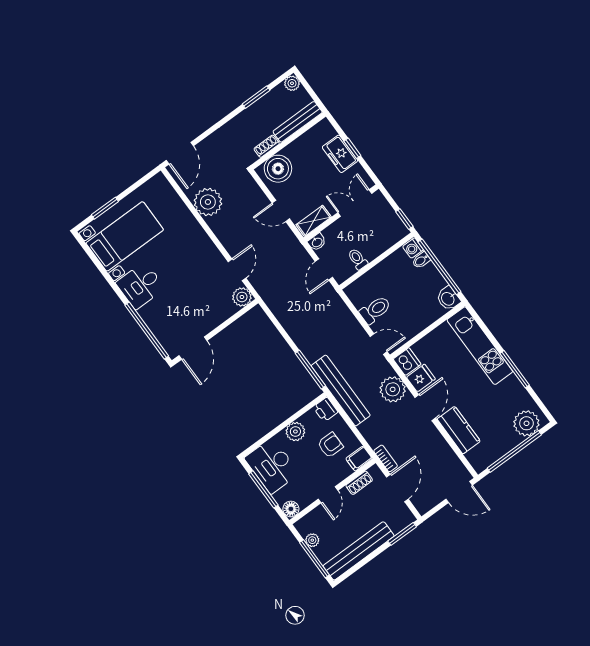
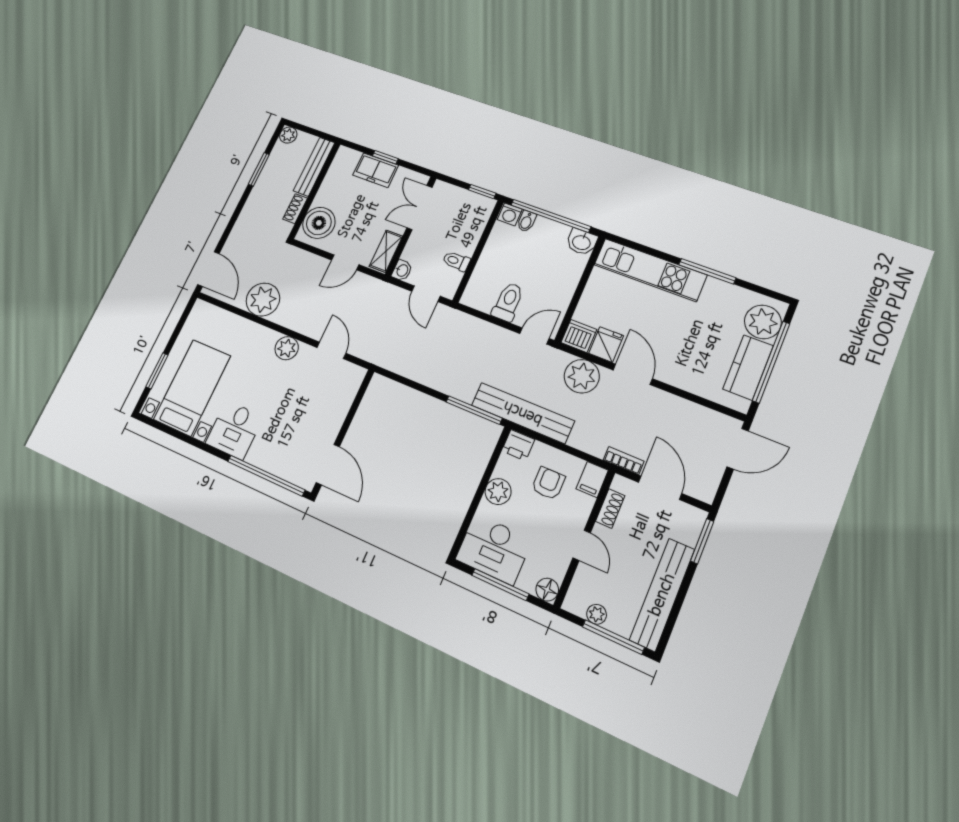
plant: (242, 297) -> (287, 348), moved
kitchen counter: (459, 430) -> (748, 367), moved, turned -90

